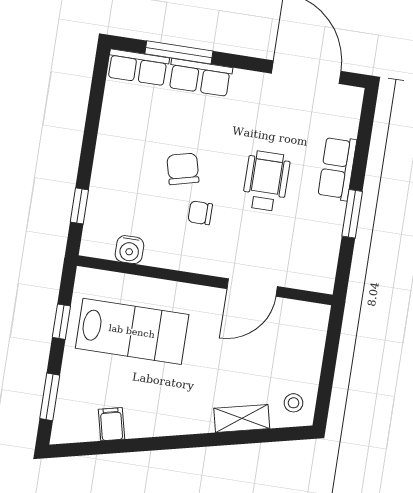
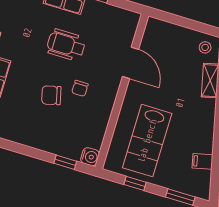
water cooler: (129, 250) -> (90, 157), moved
lab bench: (132, 331) -> (147, 141), turned 180

